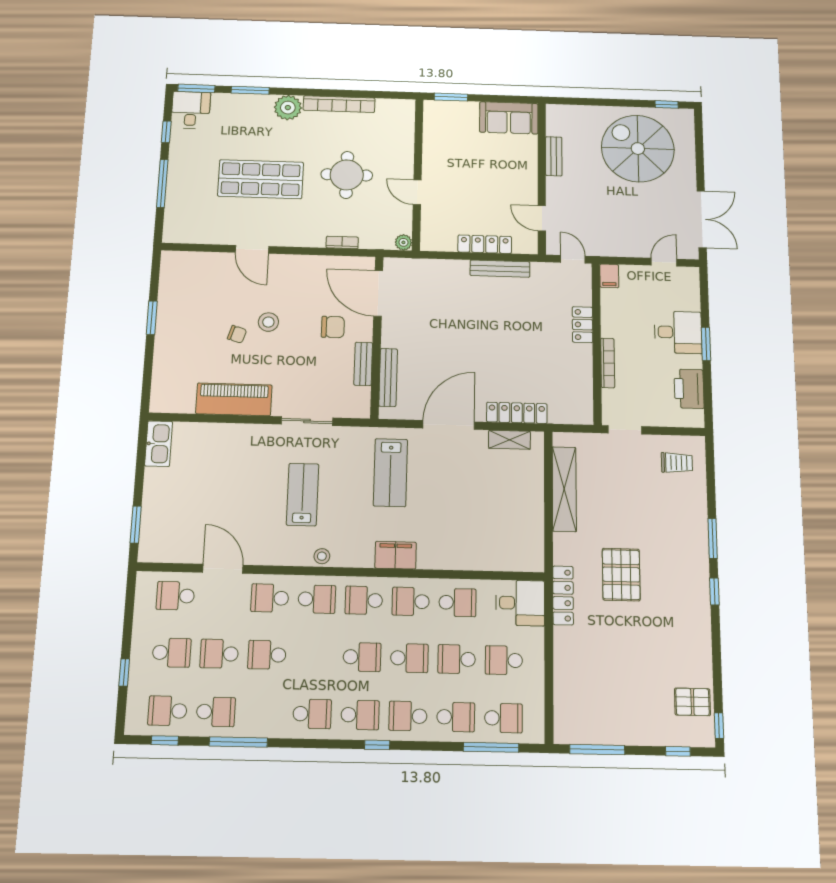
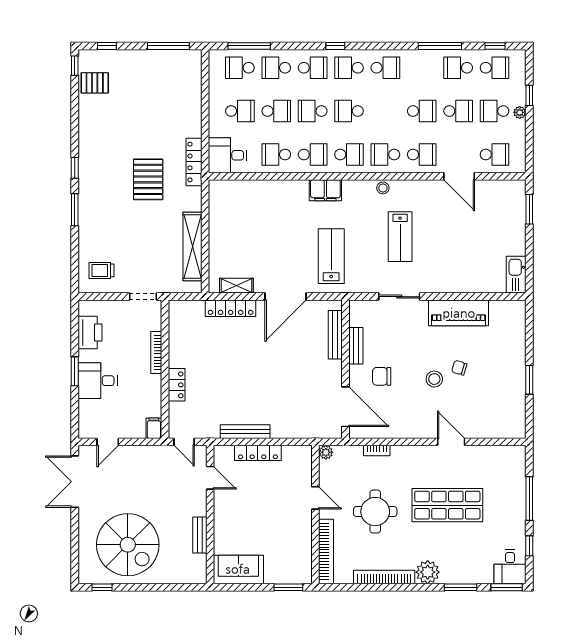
bookcase: (406, 134) -> (326, 551), added
plant: (139, 650) -> (520, 112), added
school desk: (312, 714) -> (385, 68), turned 180

